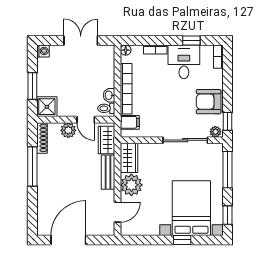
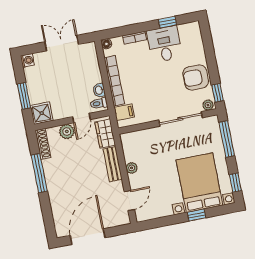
bookcase: (218, 57) -> (197, 33), removed
door: (86, 120) -> (81, 118), hinge flipped
wardrobe: (129, 158) -> (130, 147), removed
plant: (131, 185) -> (132, 168), width x0.53, depth x0.53

